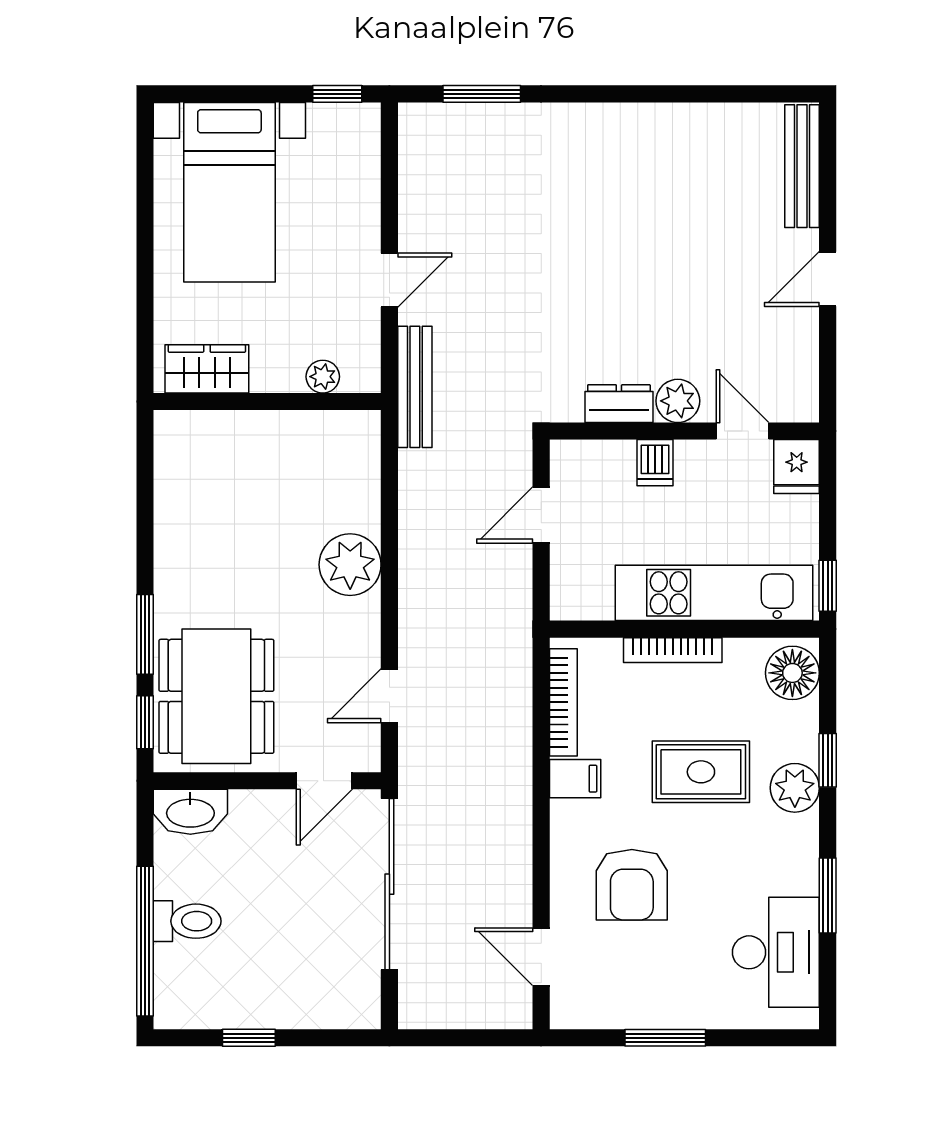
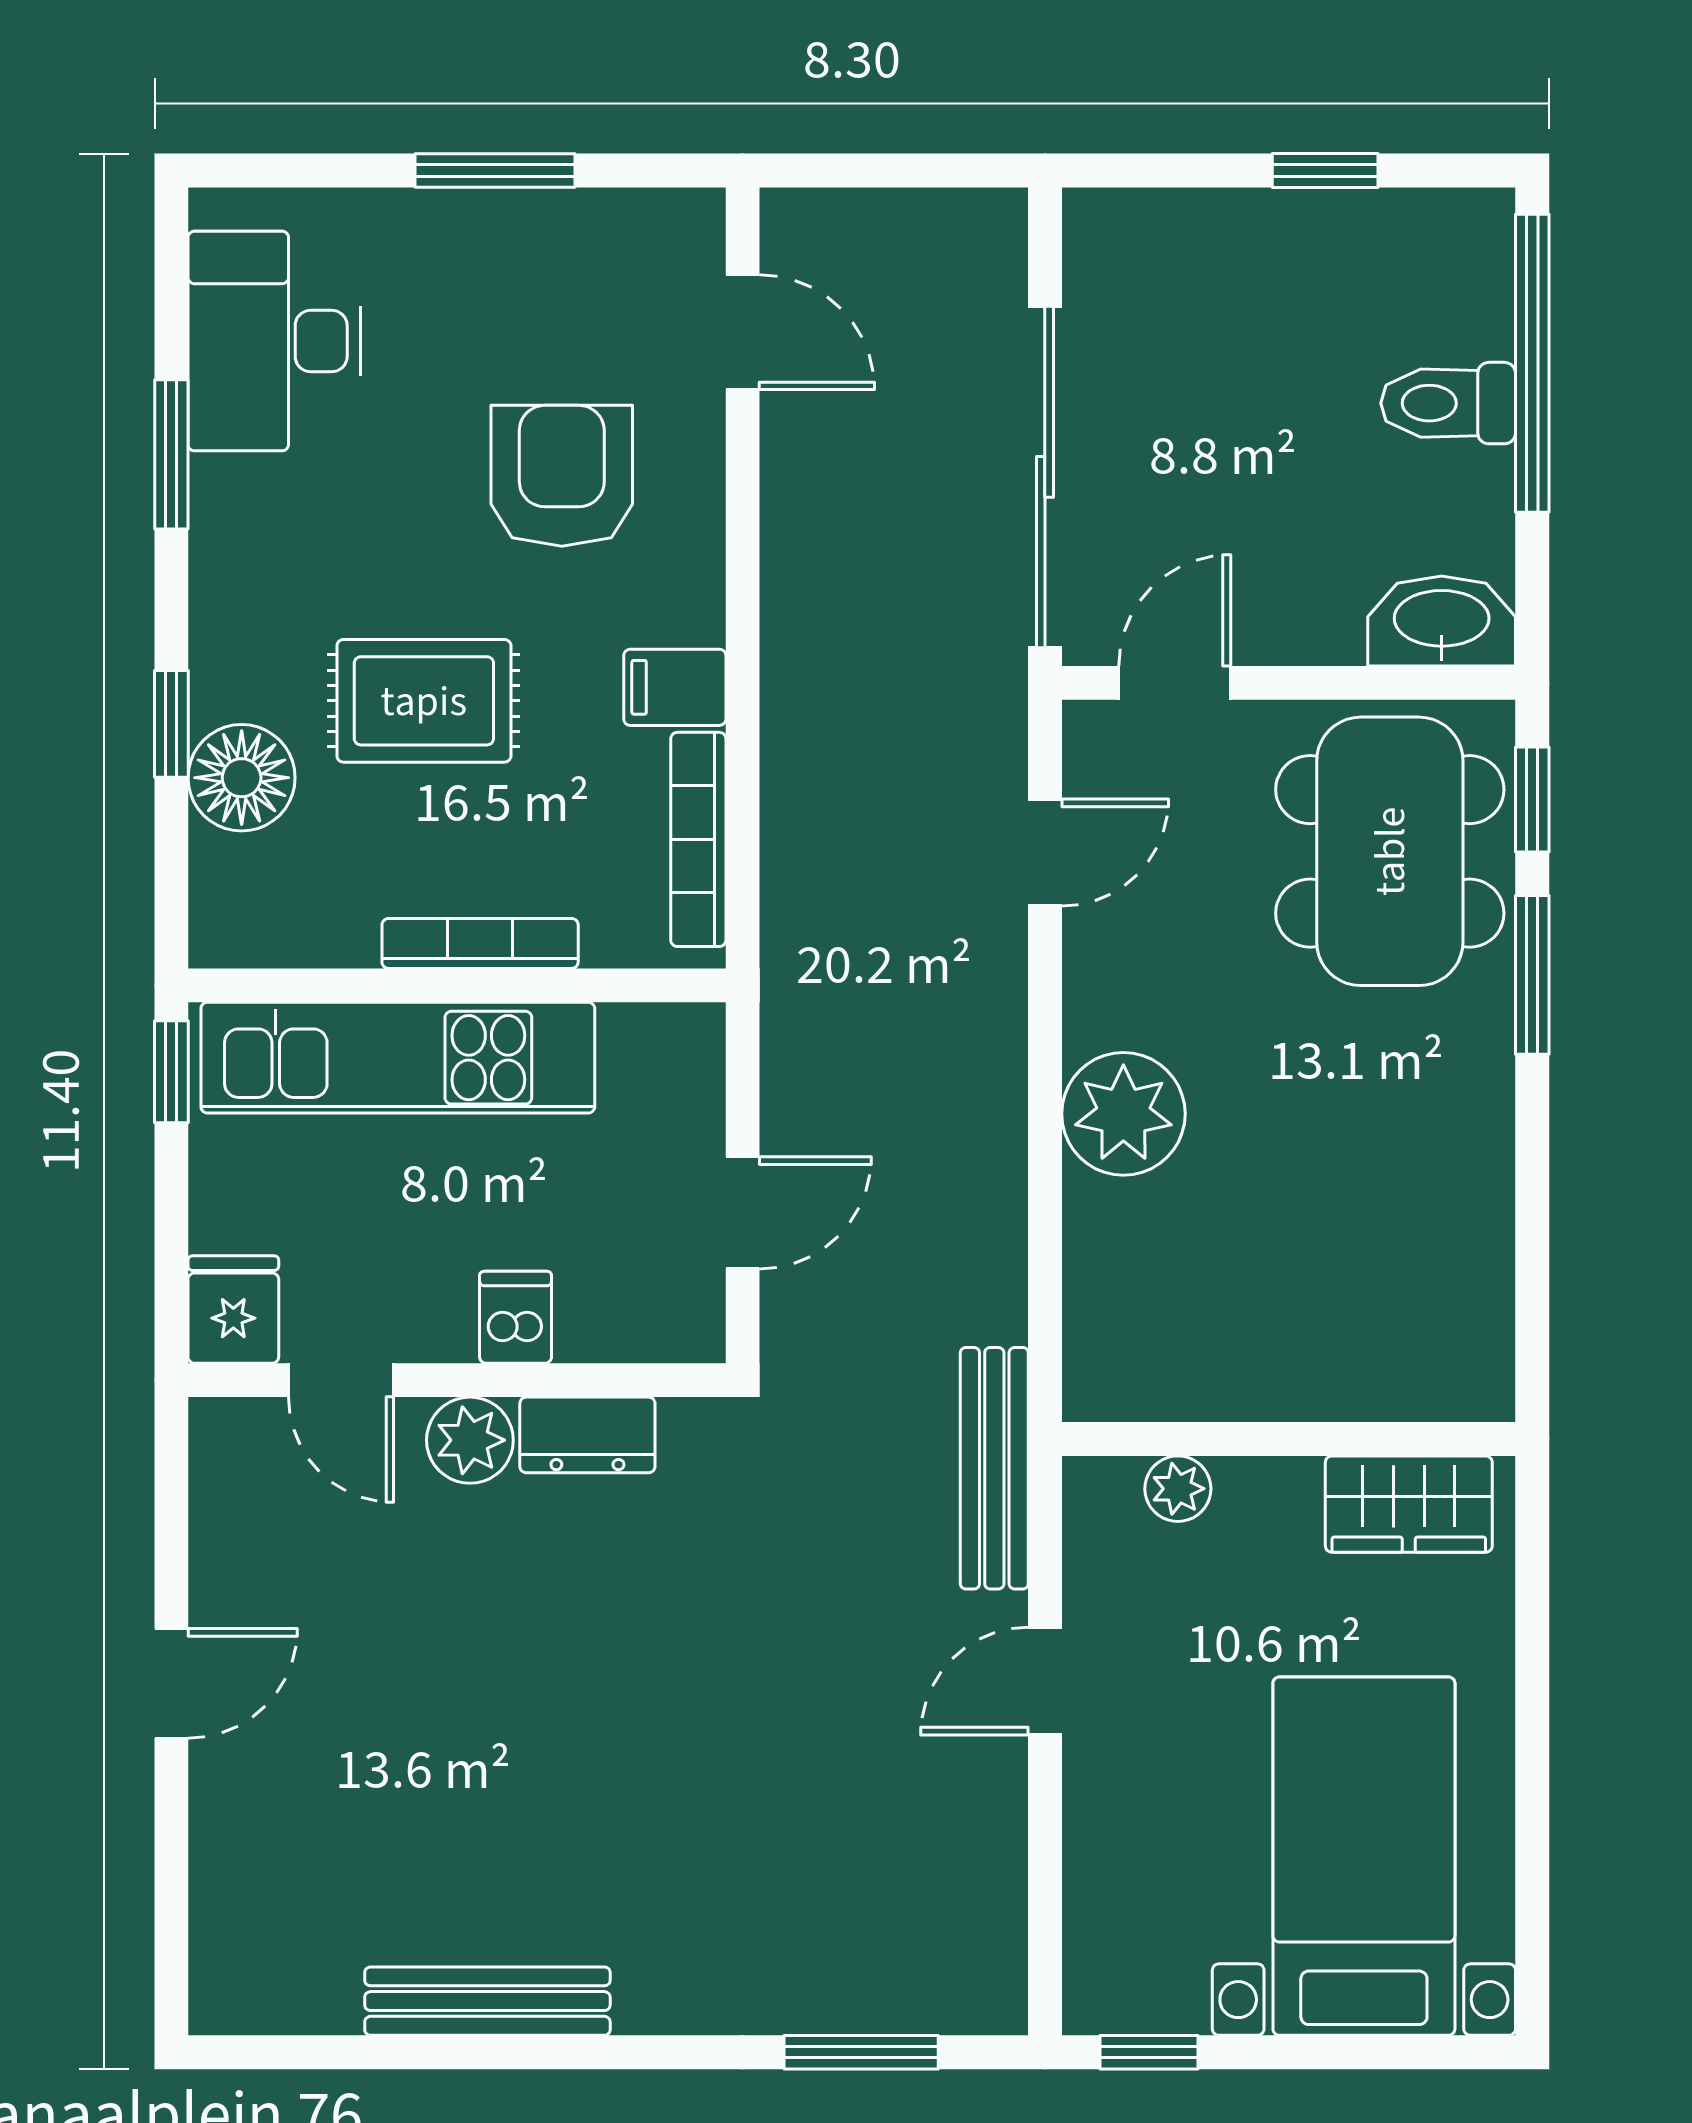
bench: (802, 166) -> (487, 2001), moved, turned 90
floor lamp: (792, 673) -> (242, 778), moved
plant: (795, 788) -> (237, 669), removed

